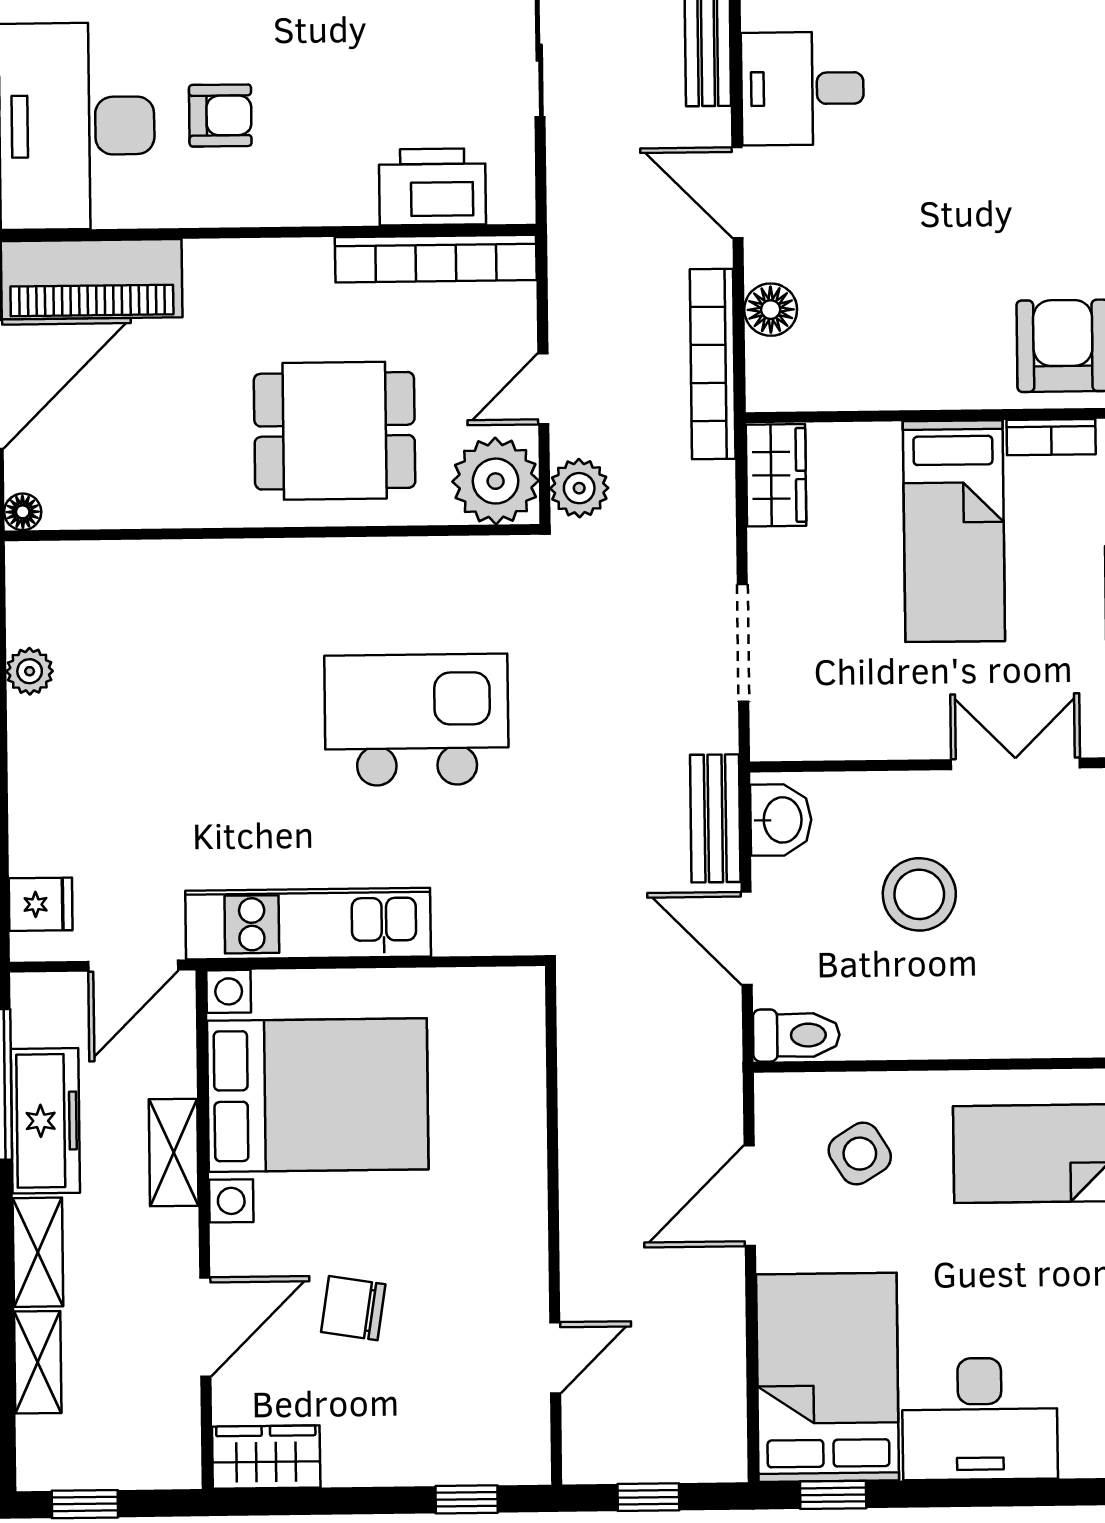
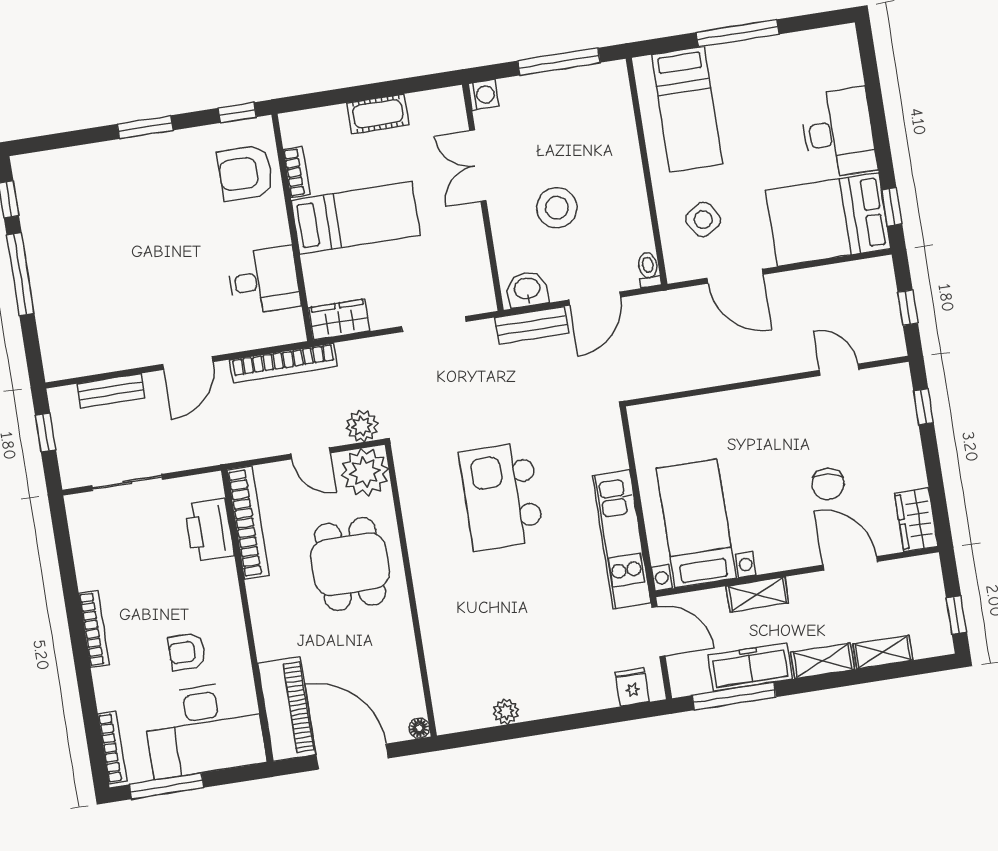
desk: (802, 88) -> (264, 280), moved, turned -90
armchair: (220, 115) -> (187, 652), turned -90
floor lamp: (771, 310) -> (249, 336), removed
toilet: (796, 1035) -> (648, 270), width x0.73, depth x0.72
bed with nightstands: (318, 1095) -> (696, 523), width x0.73

